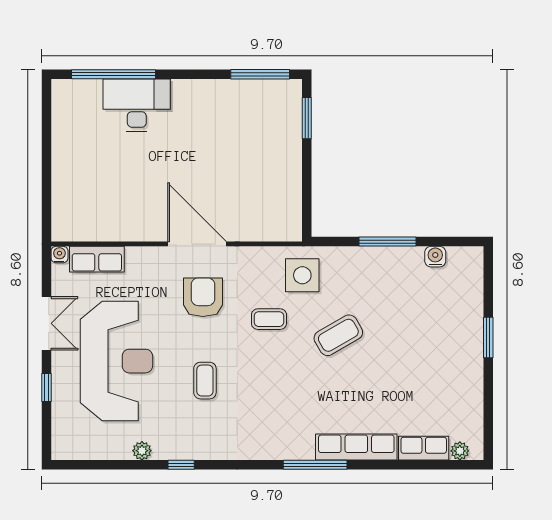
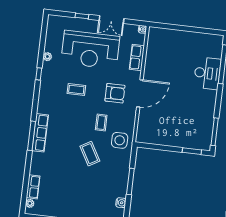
row of seats: (97, 259) -> (137, 57), moved
row of seats: (356, 447) -> (40, 133), moved

